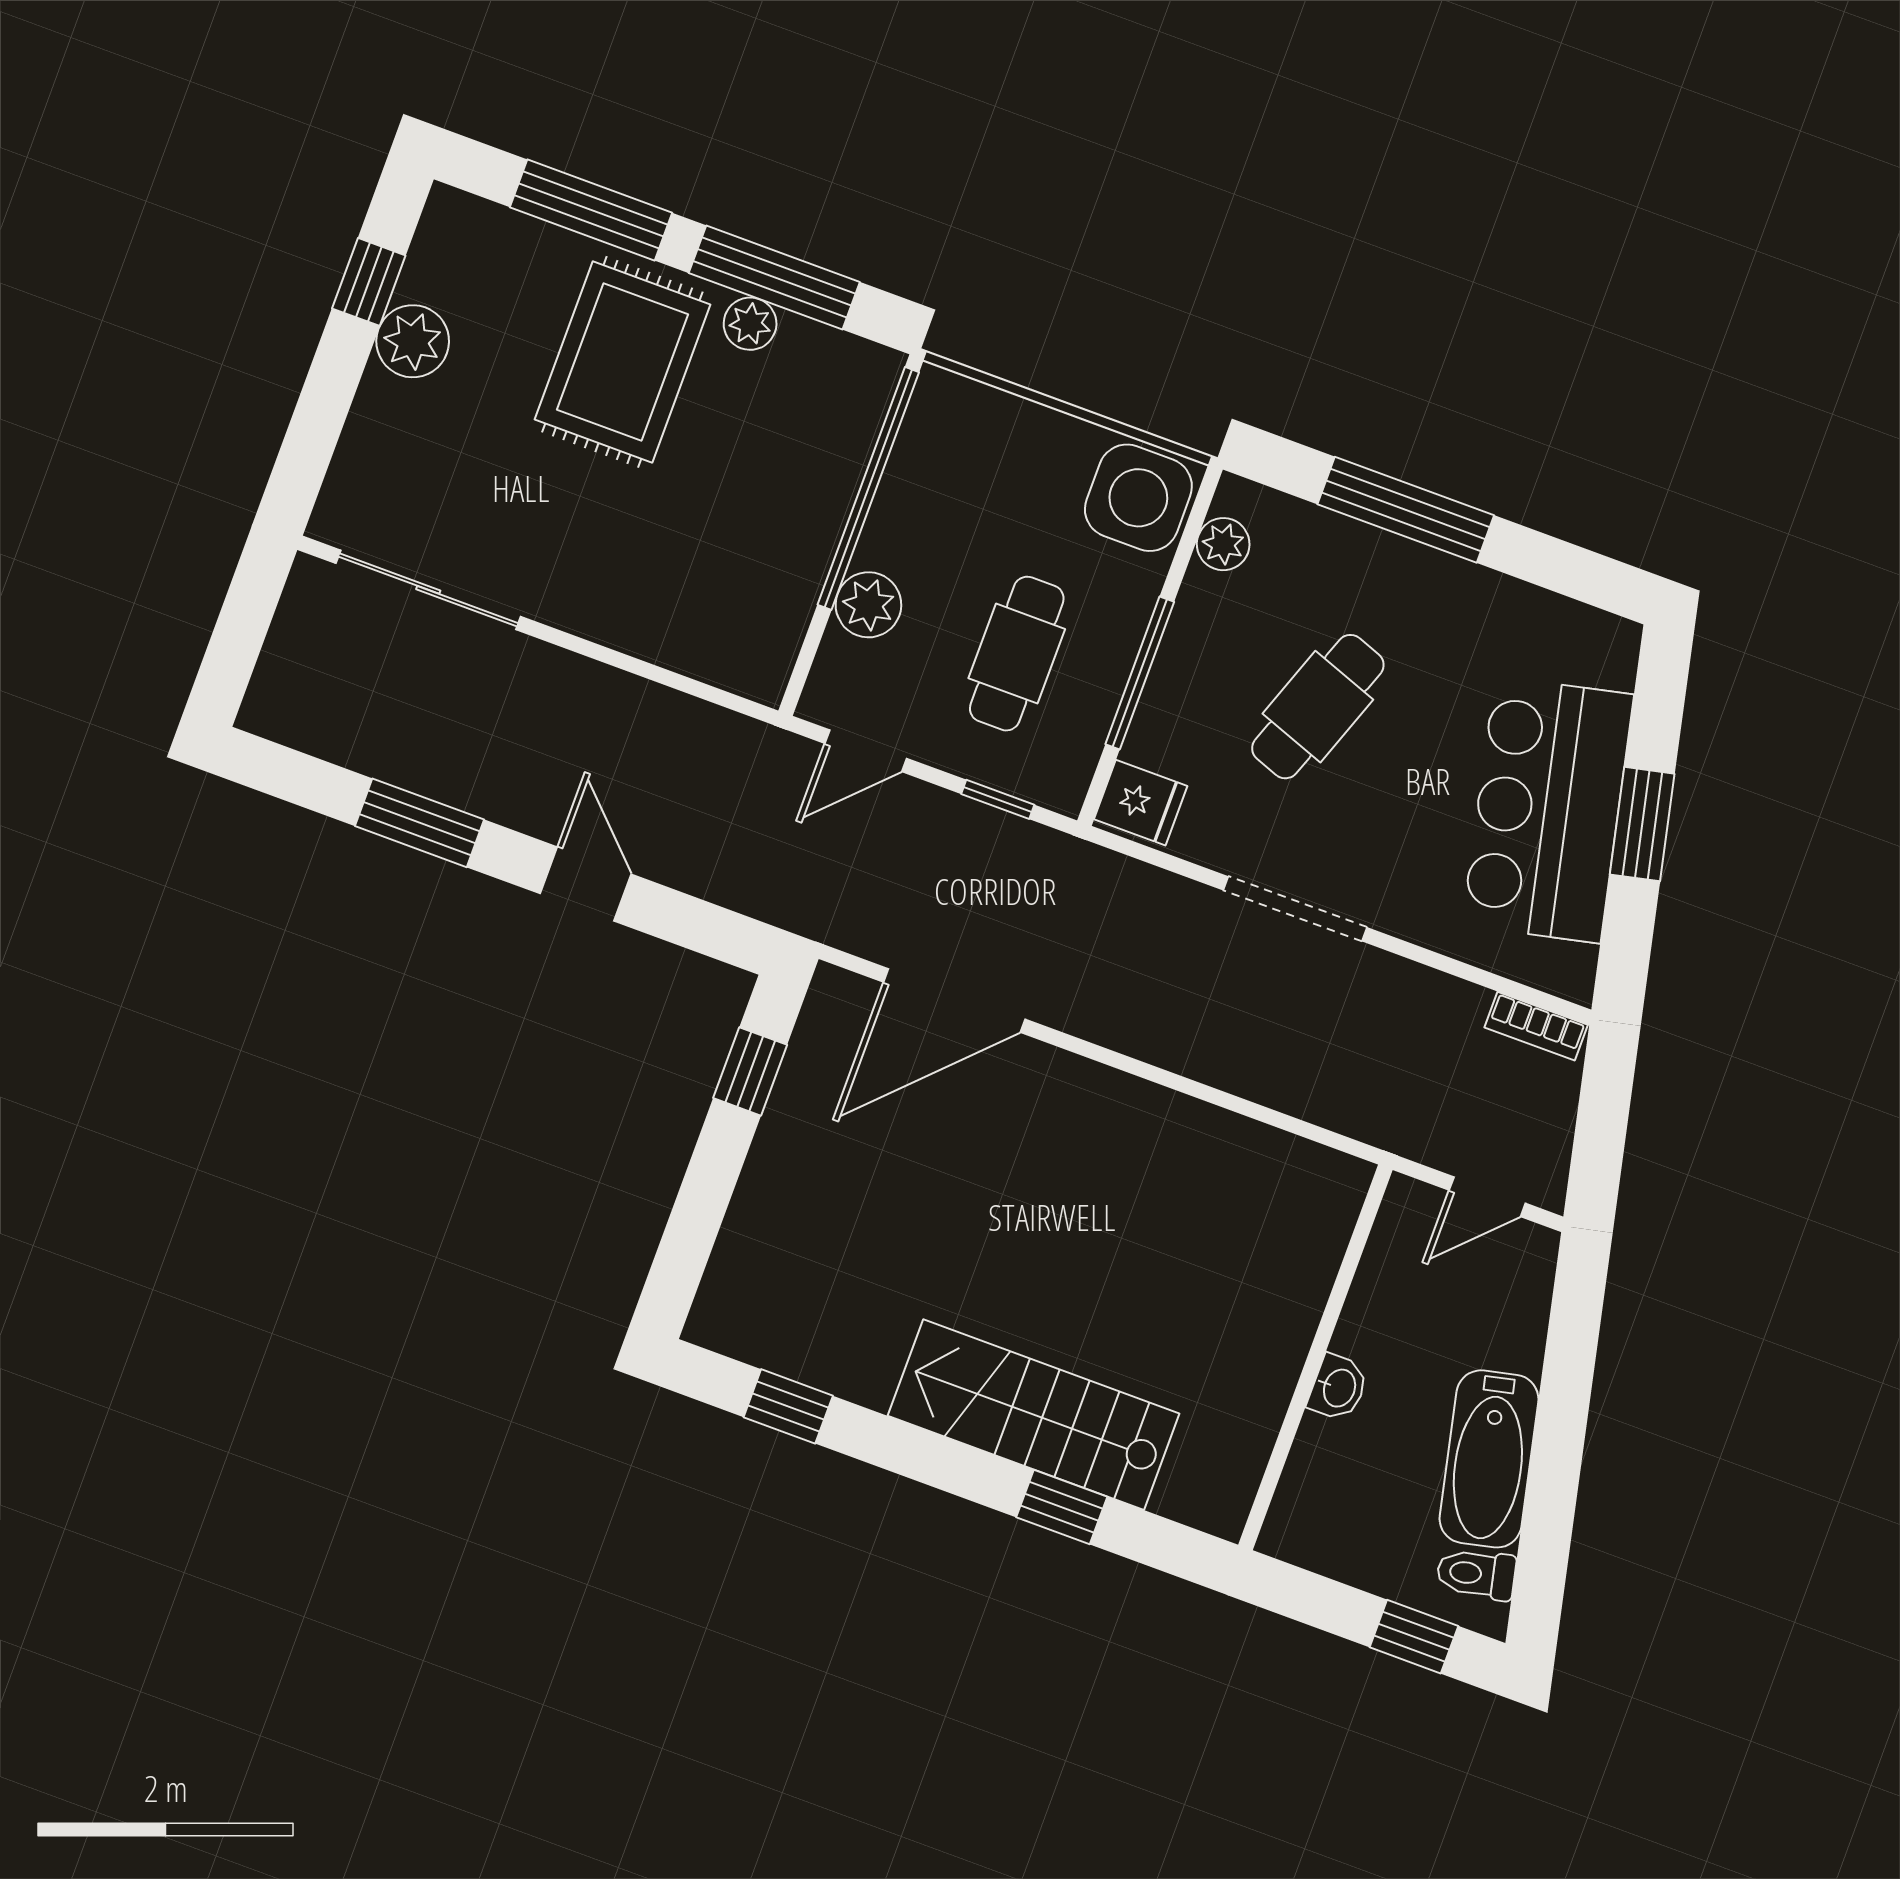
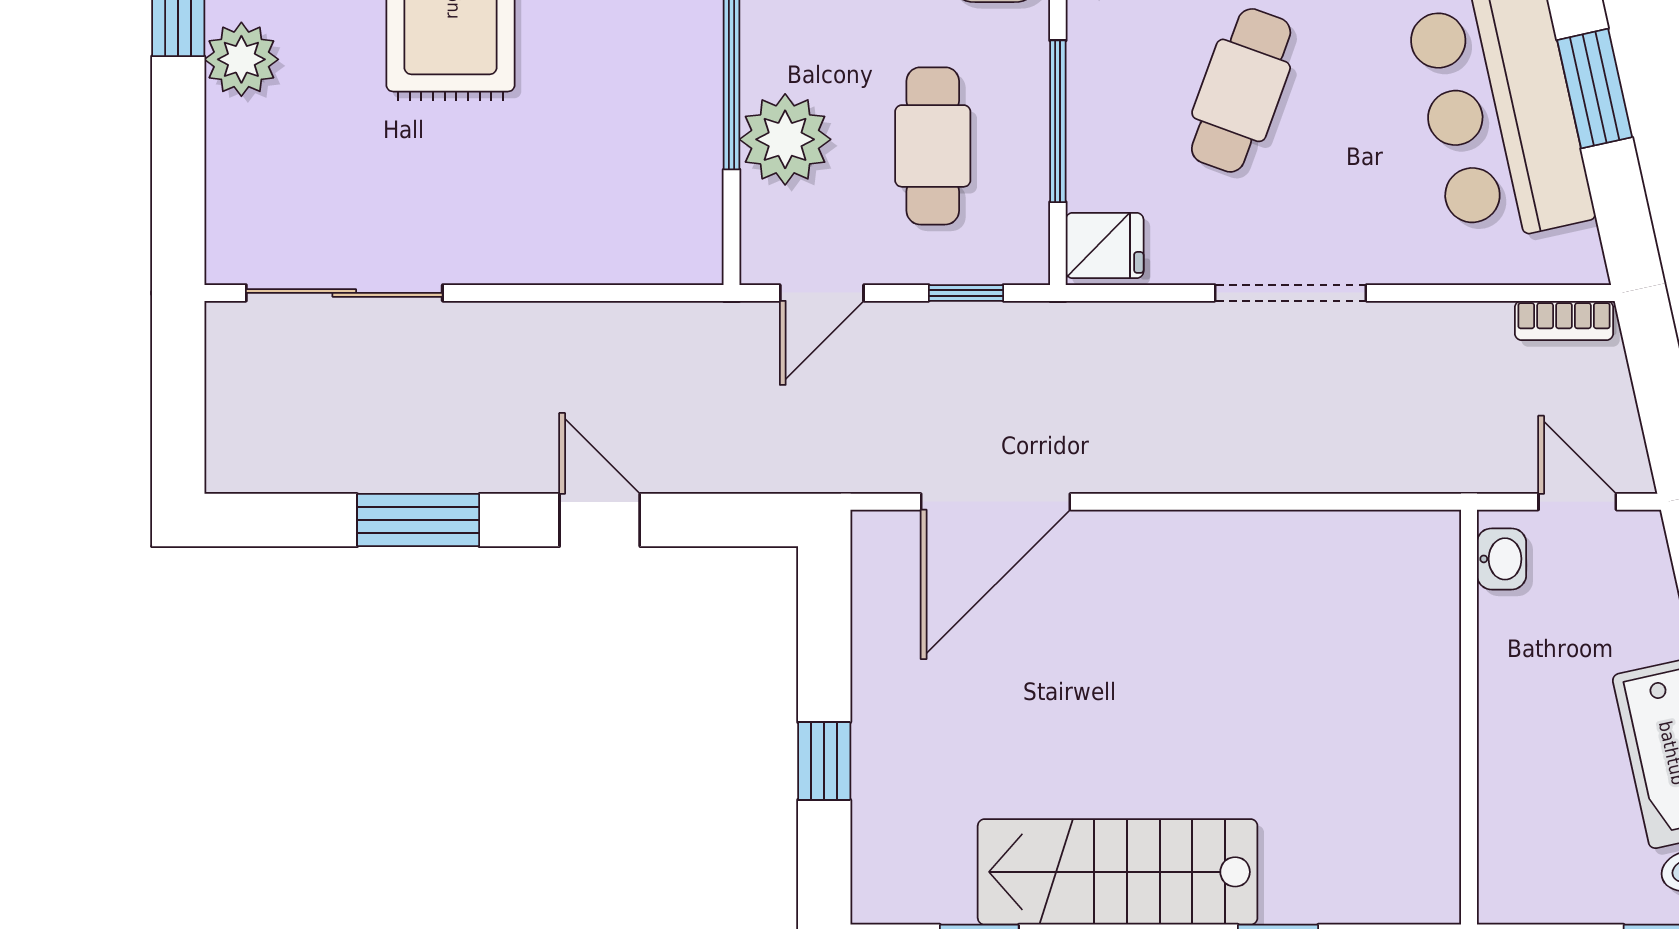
plant: (868, 605) -> (785, 139), width x1.36, depth x1.36
window: (750, 1071) -> (824, 761), moved
door: (1487, 1197) -> (1577, 502), swing flipped
washbasin: (1338, 1388) -> (1502, 559), moved
stairs: (1034, 1415) -> (1118, 872), moved

